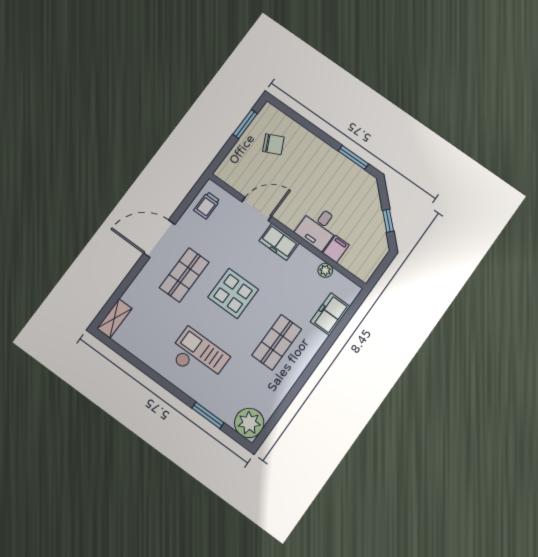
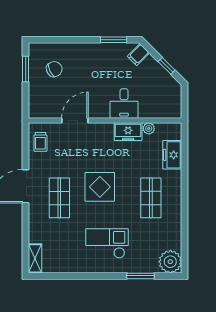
freezer: (279, 242) -> (128, 132), moved
filing cabinet: (336, 249) -> (138, 55), moved, turned -135

